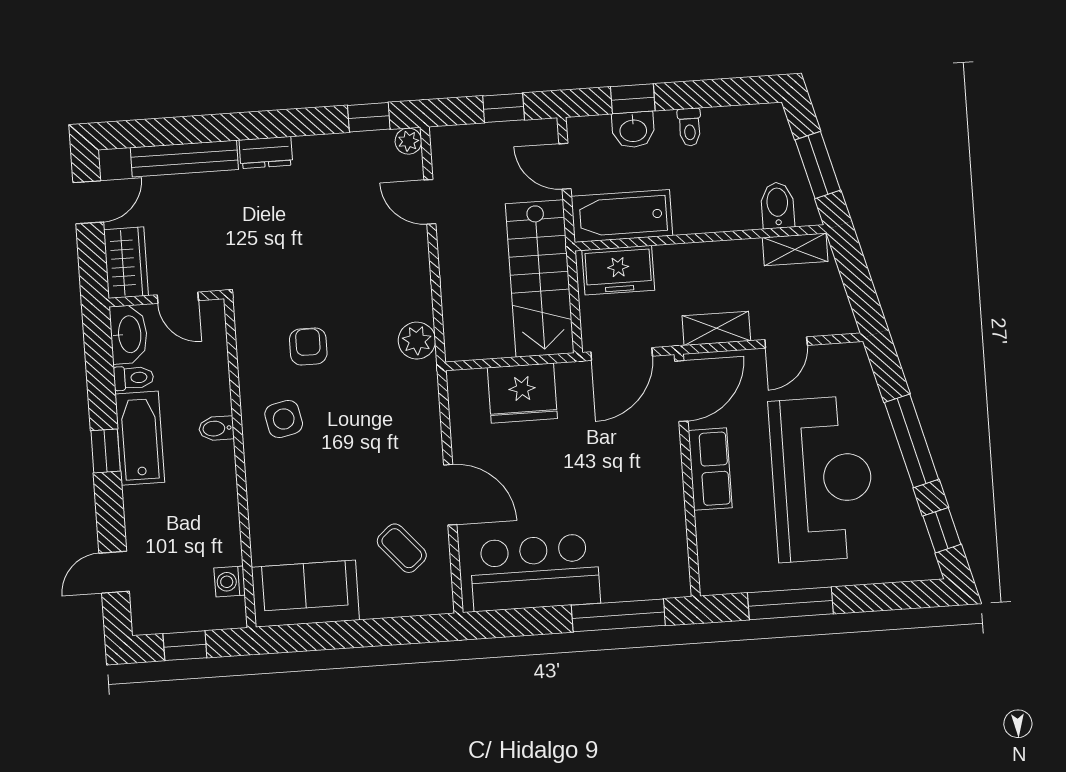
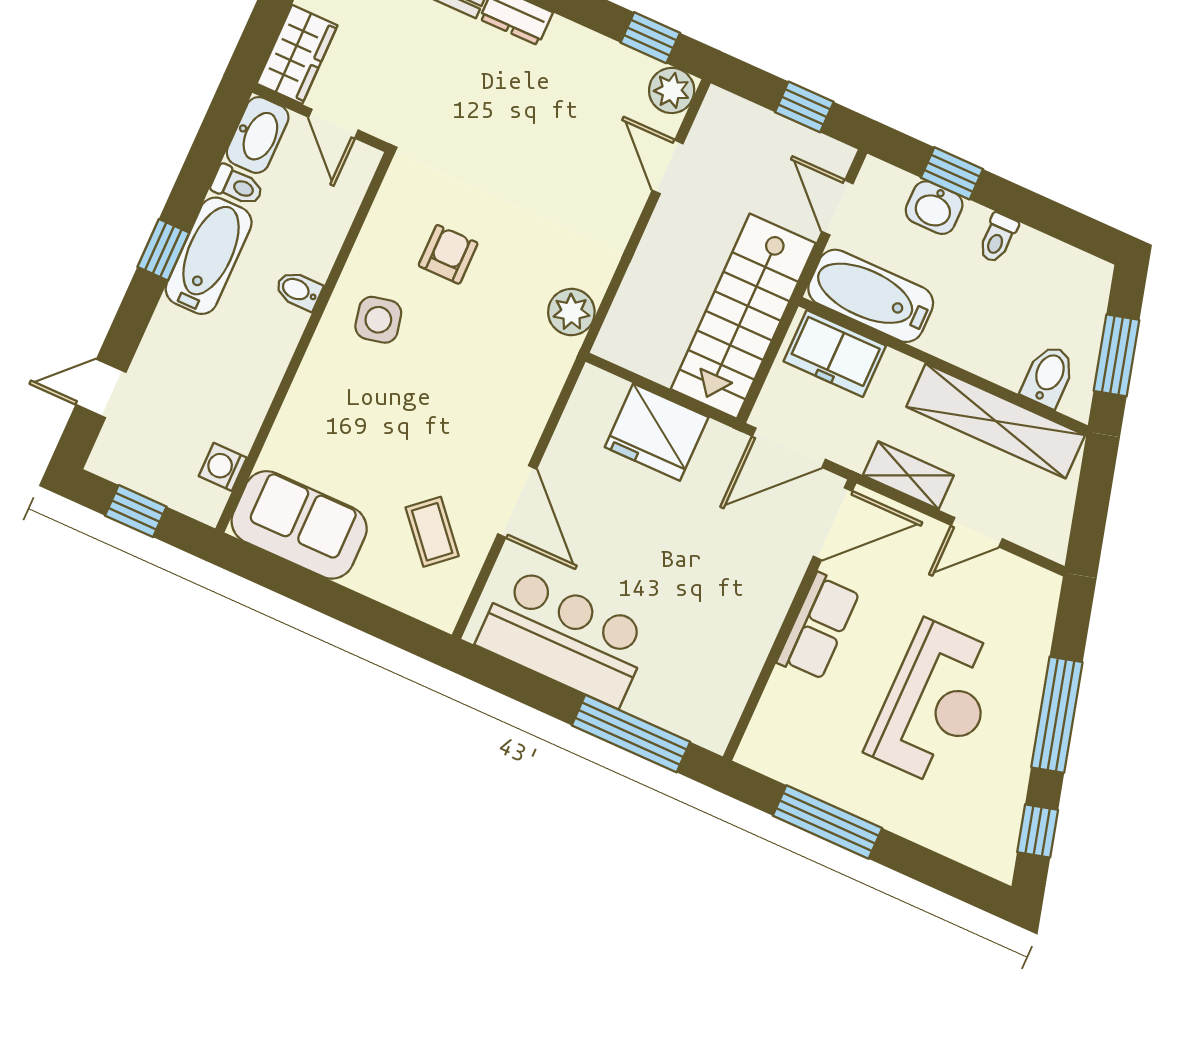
plant: (408, 141) -> (672, 90), width x1.38, depth x1.38
shelving: (795, 249) -> (996, 421), width x2.20, depth x1.33
reception desk: (822, 479) -> (936, 704), width x0.74, depth x0.77

